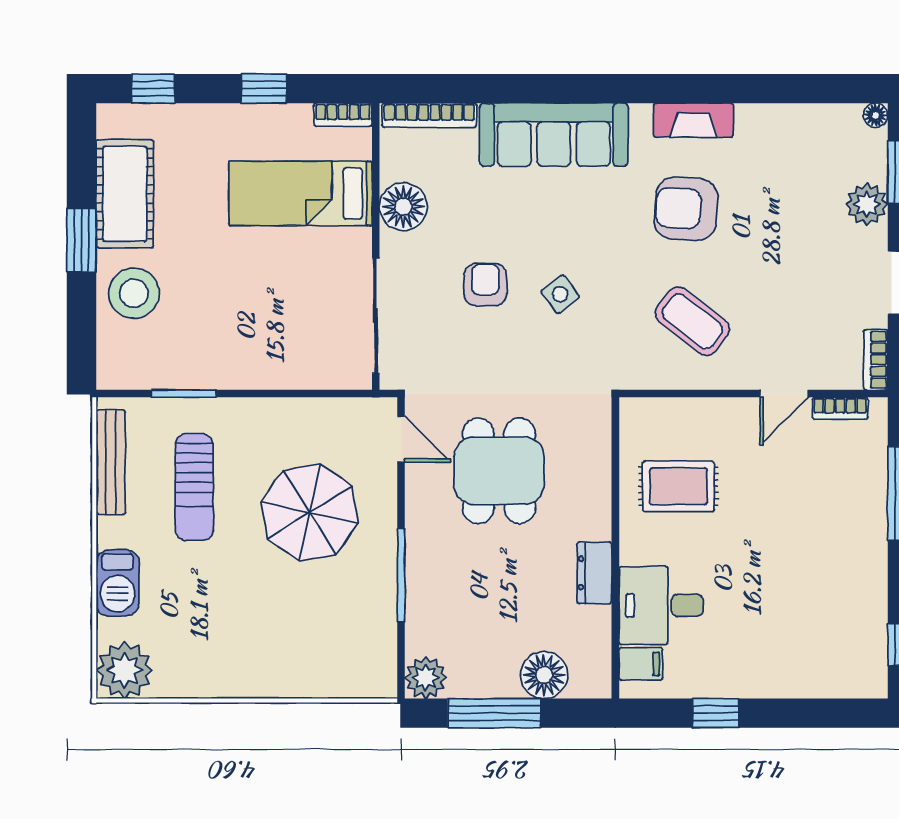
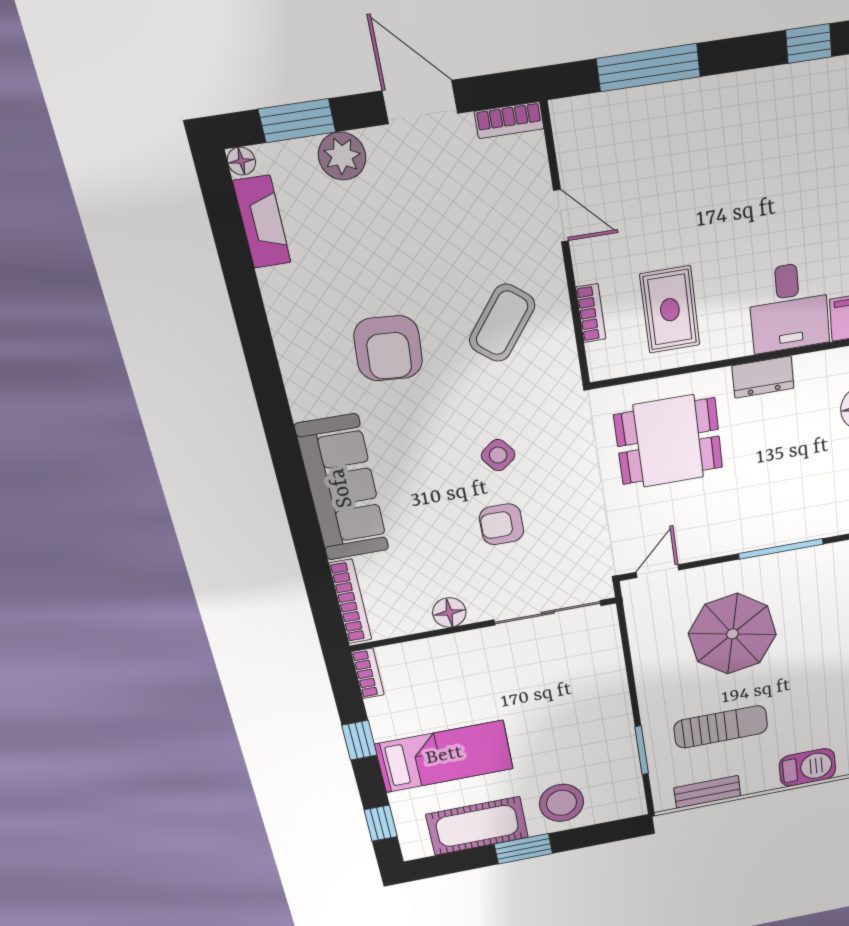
fireplace: (693, 120) -> (262, 222), moved
bed: (300, 193) -> (444, 756), moved, turned -90
floor lamp: (403, 207) -> (449, 612), width x0.73, depth x0.73
bookcase: (840, 408) -> (591, 313), moved
bench: (111, 462) -> (707, 792), width x0.73
dining table: (499, 471) -> (669, 441), moved

